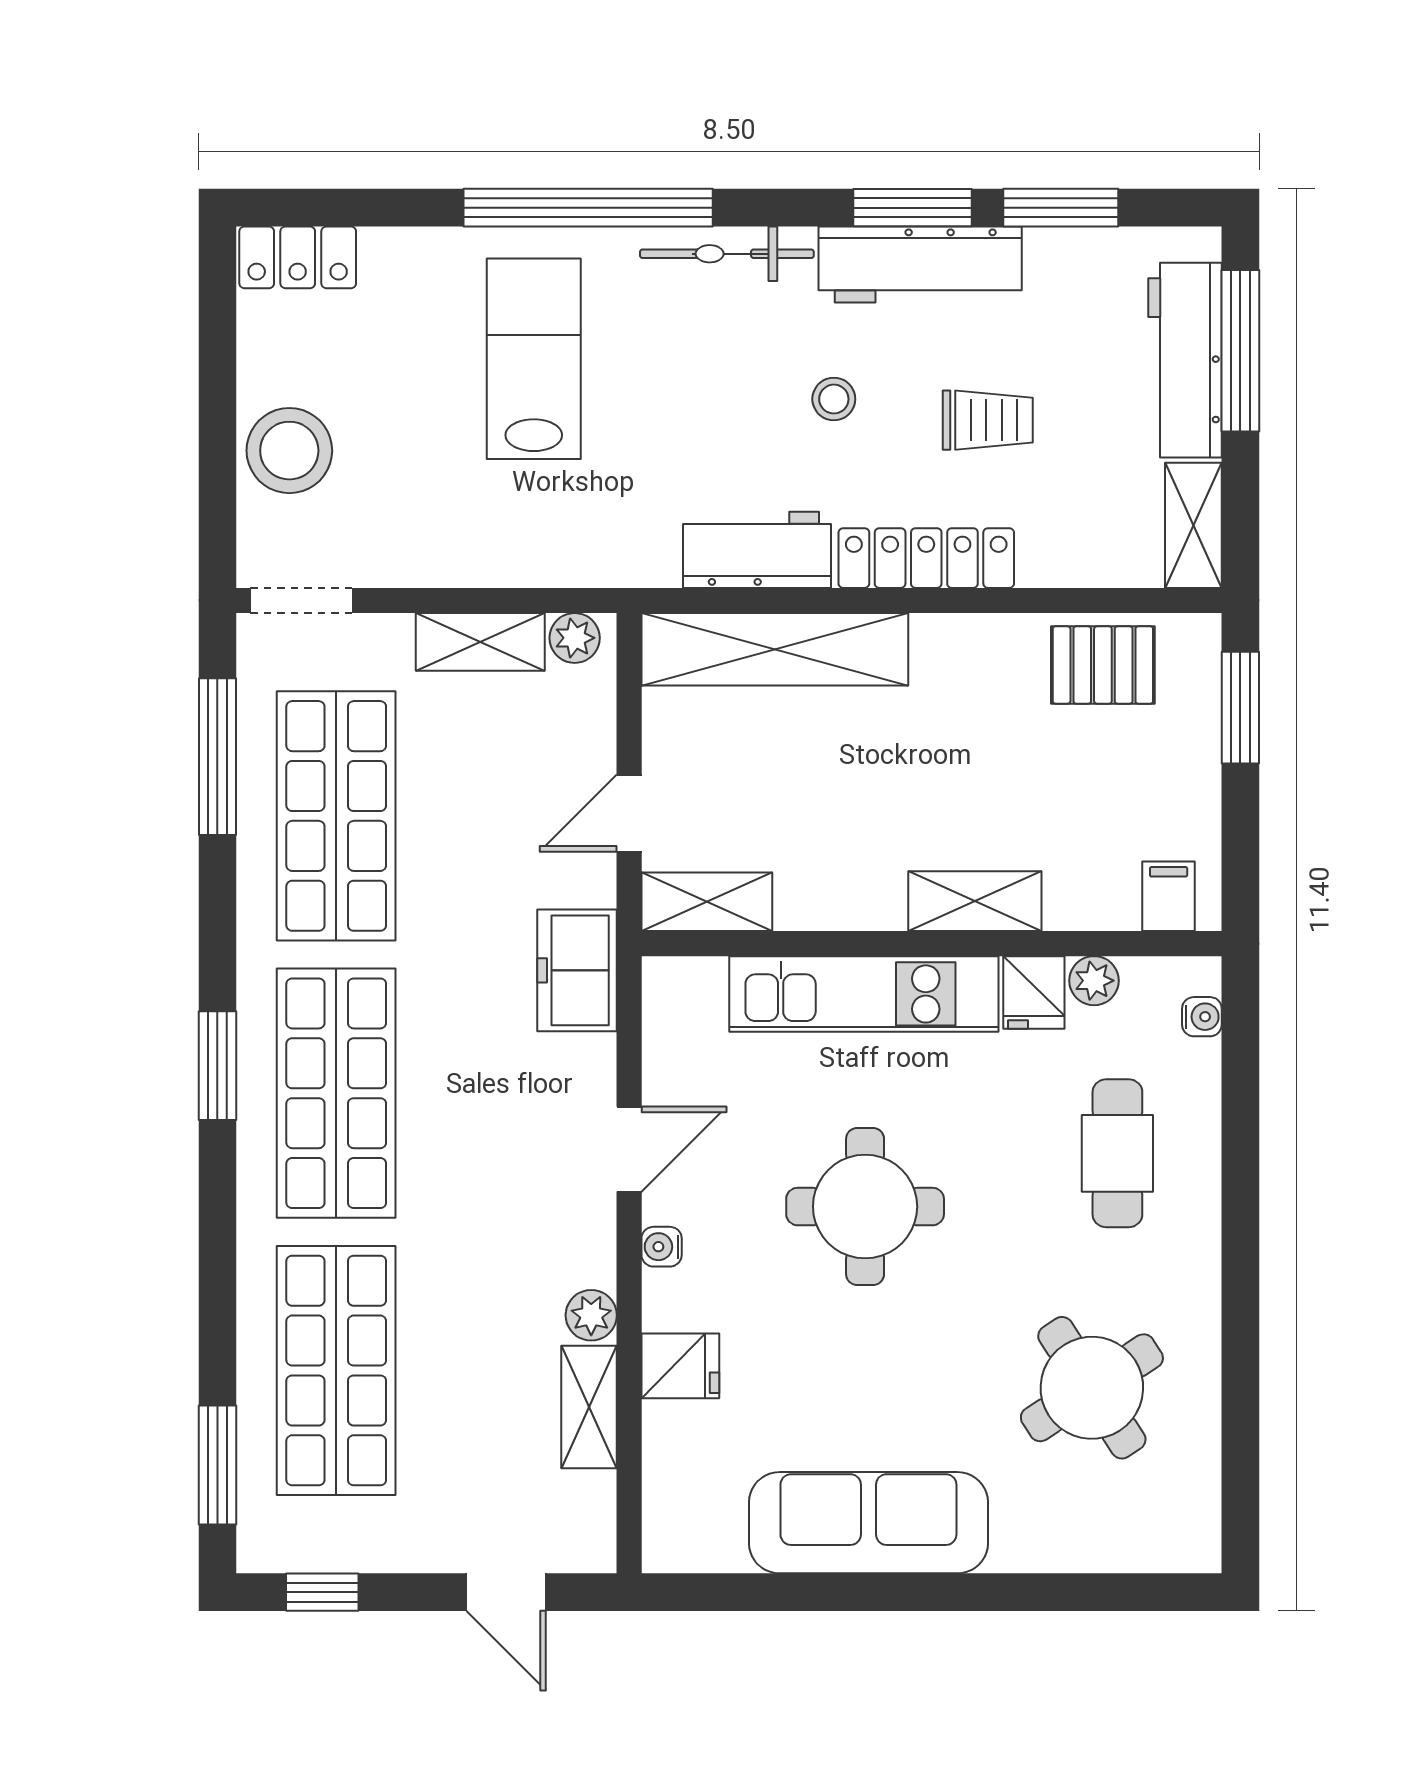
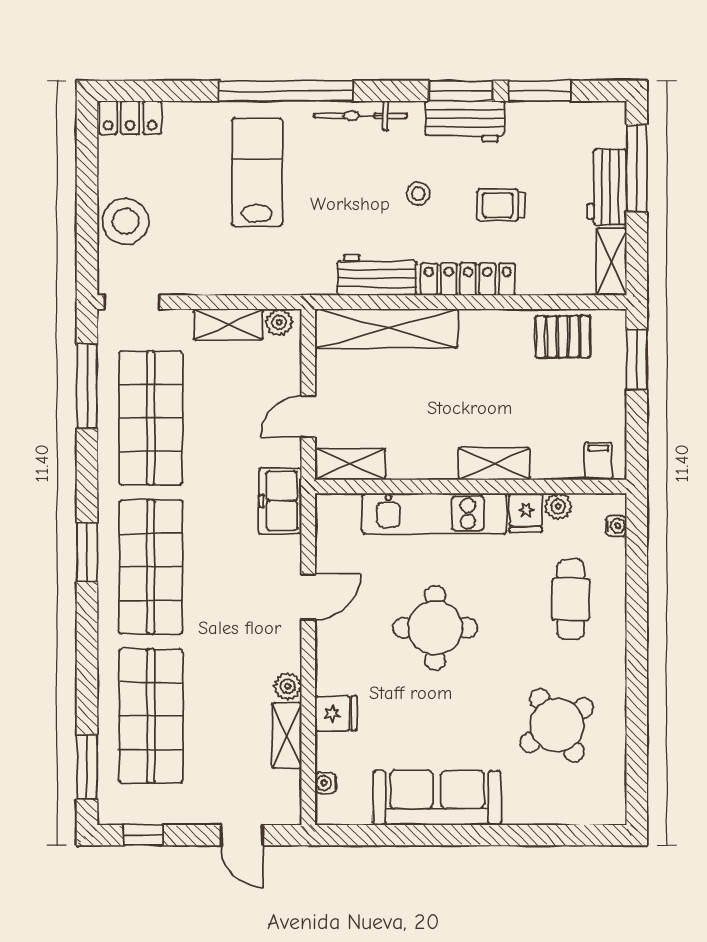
workbench: (920, 264) -> (465, 121), width x0.73
workbench: (1185, 360) -> (607, 187), width x0.73
trolley: (988, 420) -> (501, 205), turned 180
water cooler: (662, 1247) -> (326, 783), moved

